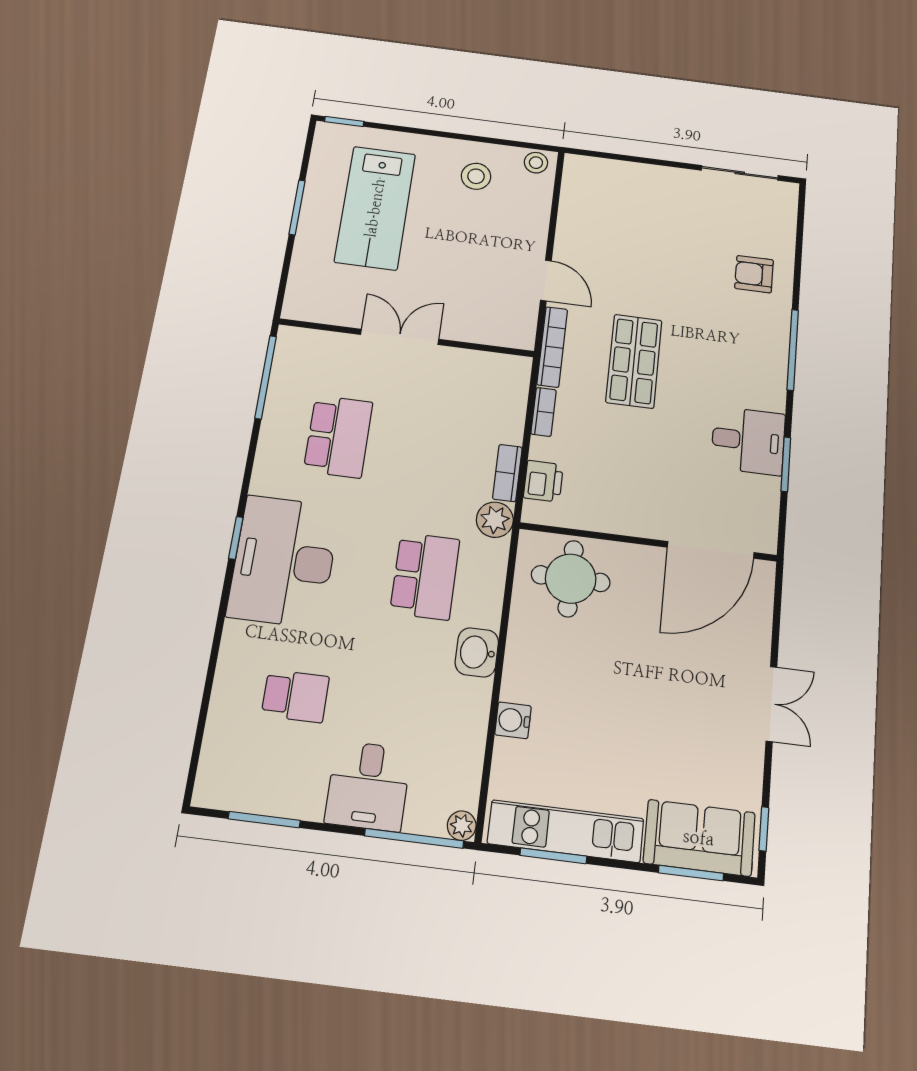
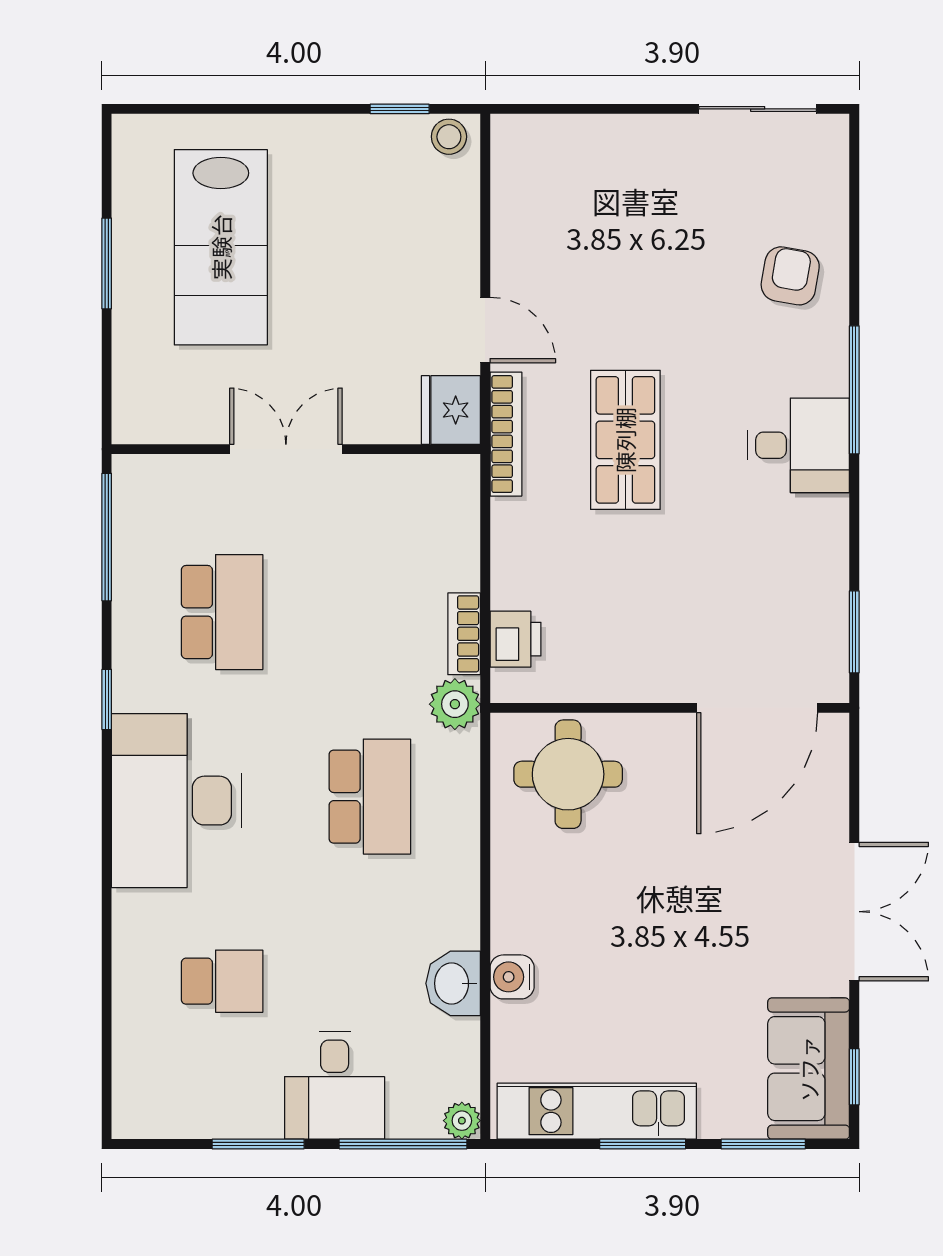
window: (344, 121) -> (400, 109), moved
stool: (476, 176) -> (362, 173), removed
armchair: (754, 274) -> (790, 276), turned 100
fridge: (516, 327) -> (451, 410), added
bookcase: (544, 412) -> (504, 536), removed
desk: (748, 441) -> (799, 445), moved
window: (786, 464) -> (854, 632), moved
window: (236, 538) -> (107, 699), moved
washbasin: (477, 652) -> (453, 983), moved
double door: (771, 704) -> (854, 912), width x1.37
window: (264, 820) -> (258, 1144), moved
sofa: (699, 838) -> (809, 1069), moved, turned -90
window: (553, 856) -> (643, 1144), moved

